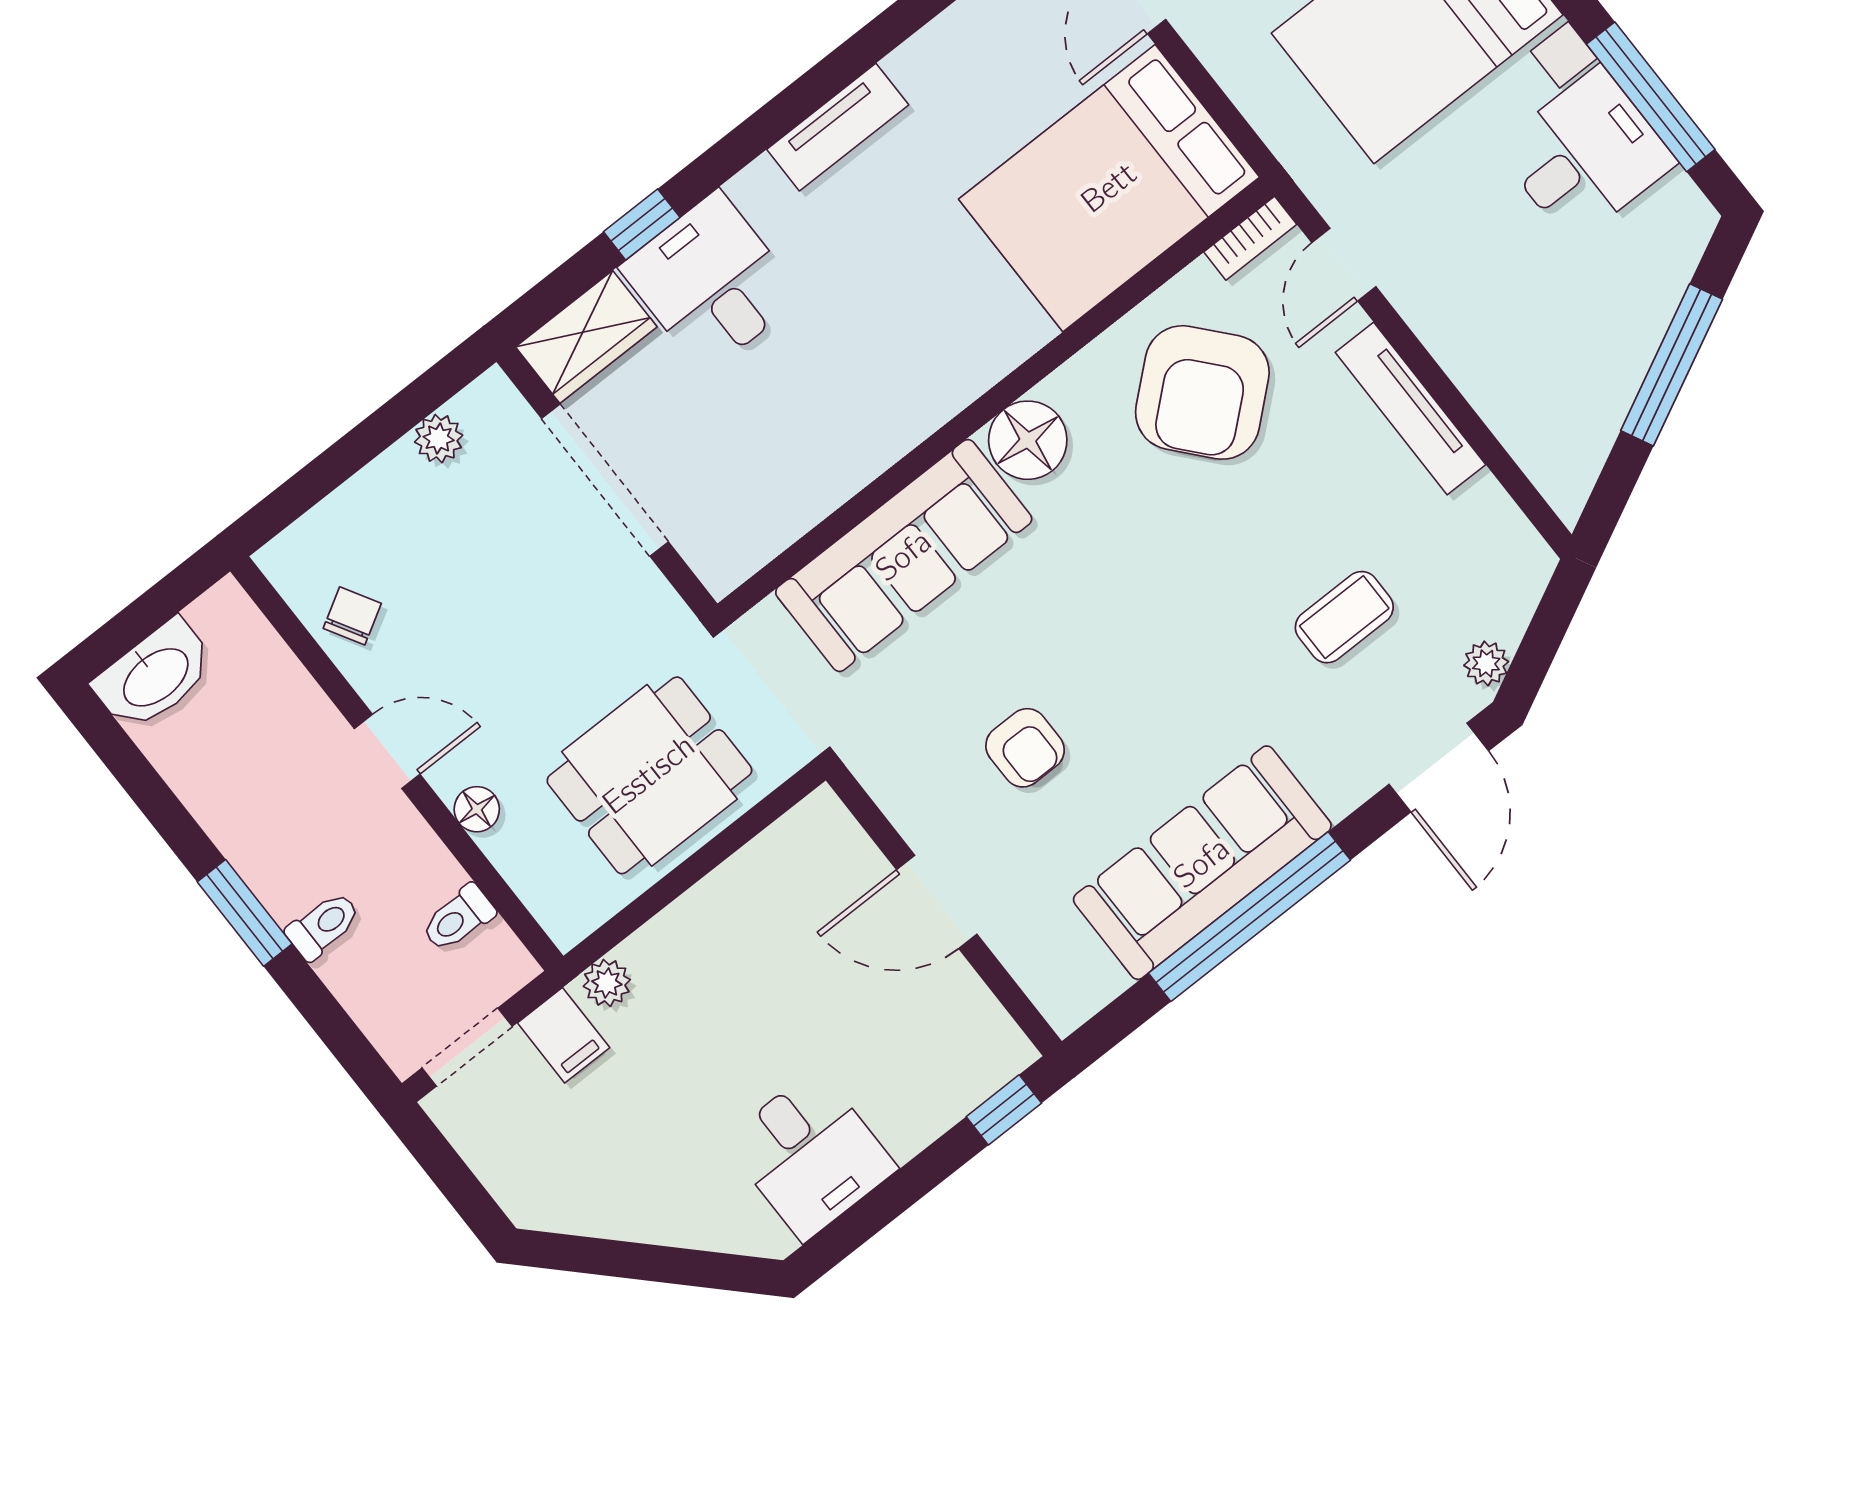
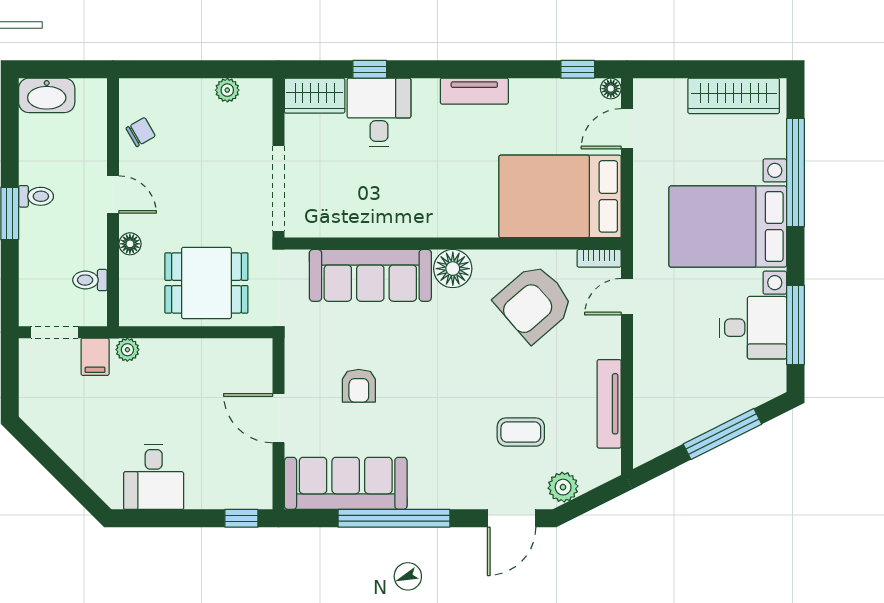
tv unit: (1410, 408) -> (609, 404), moved
doorway: (605, 480) -> (278, 188), moved
plant: (1486, 663) -> (563, 487), width x1.38, depth x1.38
sofa: (1202, 863) -> (346, 483), moved
toilet: (323, 926) -> (36, 196), moved

